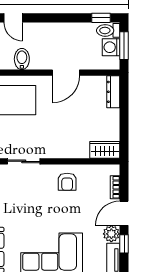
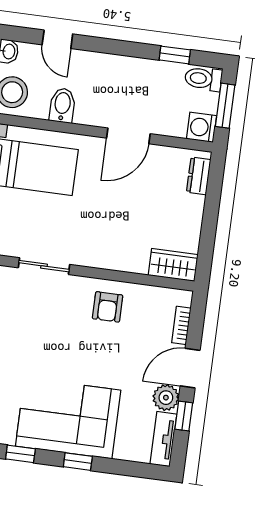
window: (101, 18) -> (175, 55), moved
washing machine: (111, 47) -> (201, 127), moved
dresser: (113, 92) -> (199, 176), width x0.70

